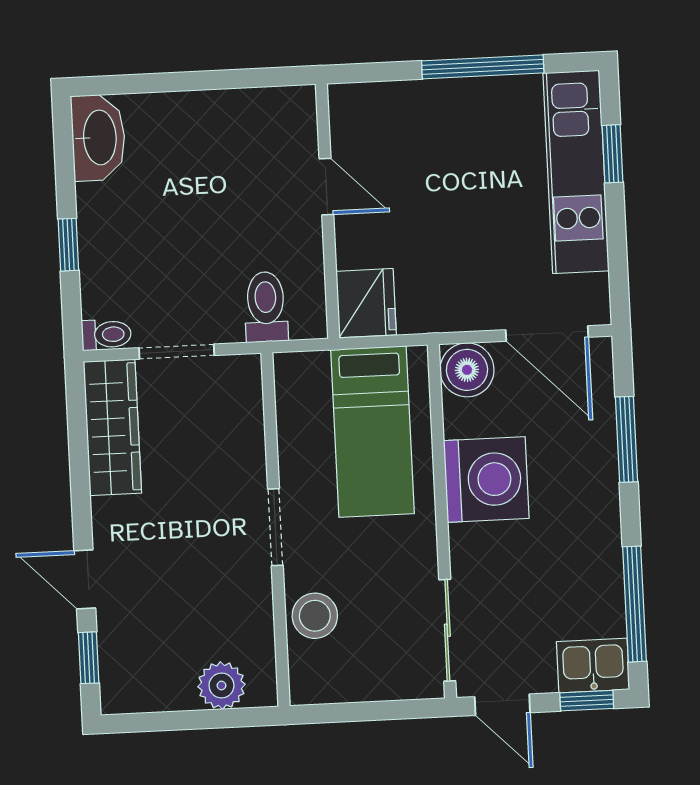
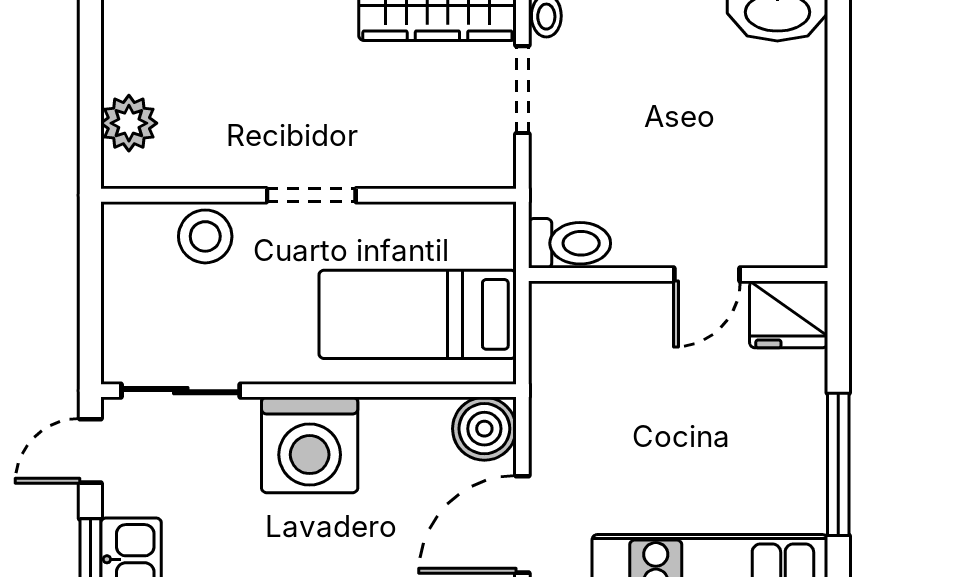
fridge: (366, 303) -> (789, 314), moved
toilet: (266, 307) -> (570, 243), moved
washing machine: (486, 479) -> (310, 445), moved

